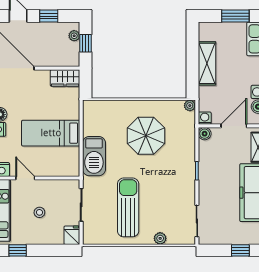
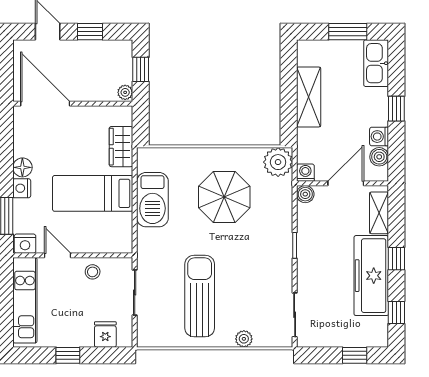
plant: (74, 36) -> (125, 92), moved
wardrobe: (65, 78) -> (121, 147), moved, turned 90
plant: (190, 106) -> (278, 162), width x1.87, depth x1.87
barbecue: (94, 156) -> (152, 200), moved
stool: (39, 212) -> (93, 272), moved
fridge: (72, 235) -> (105, 334), moved
window: (18, 250) -> (68, 355), moved

